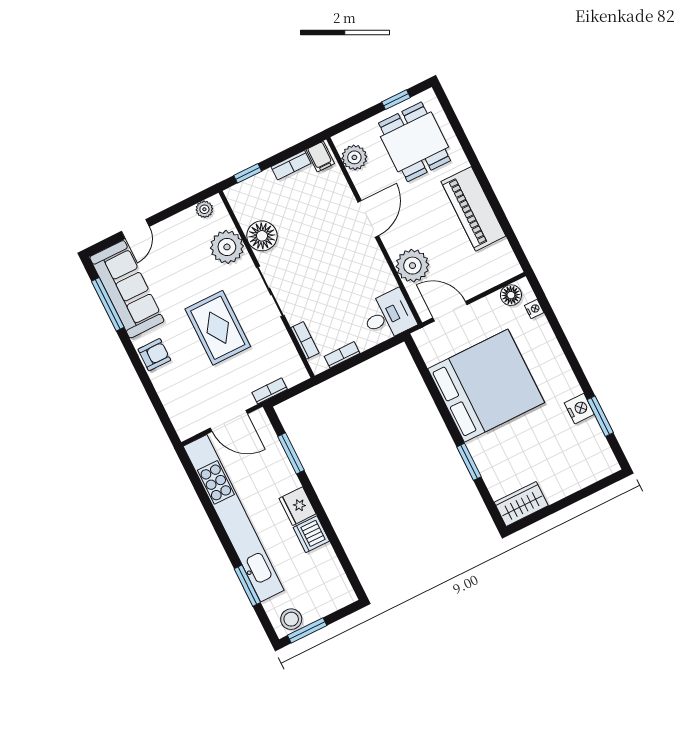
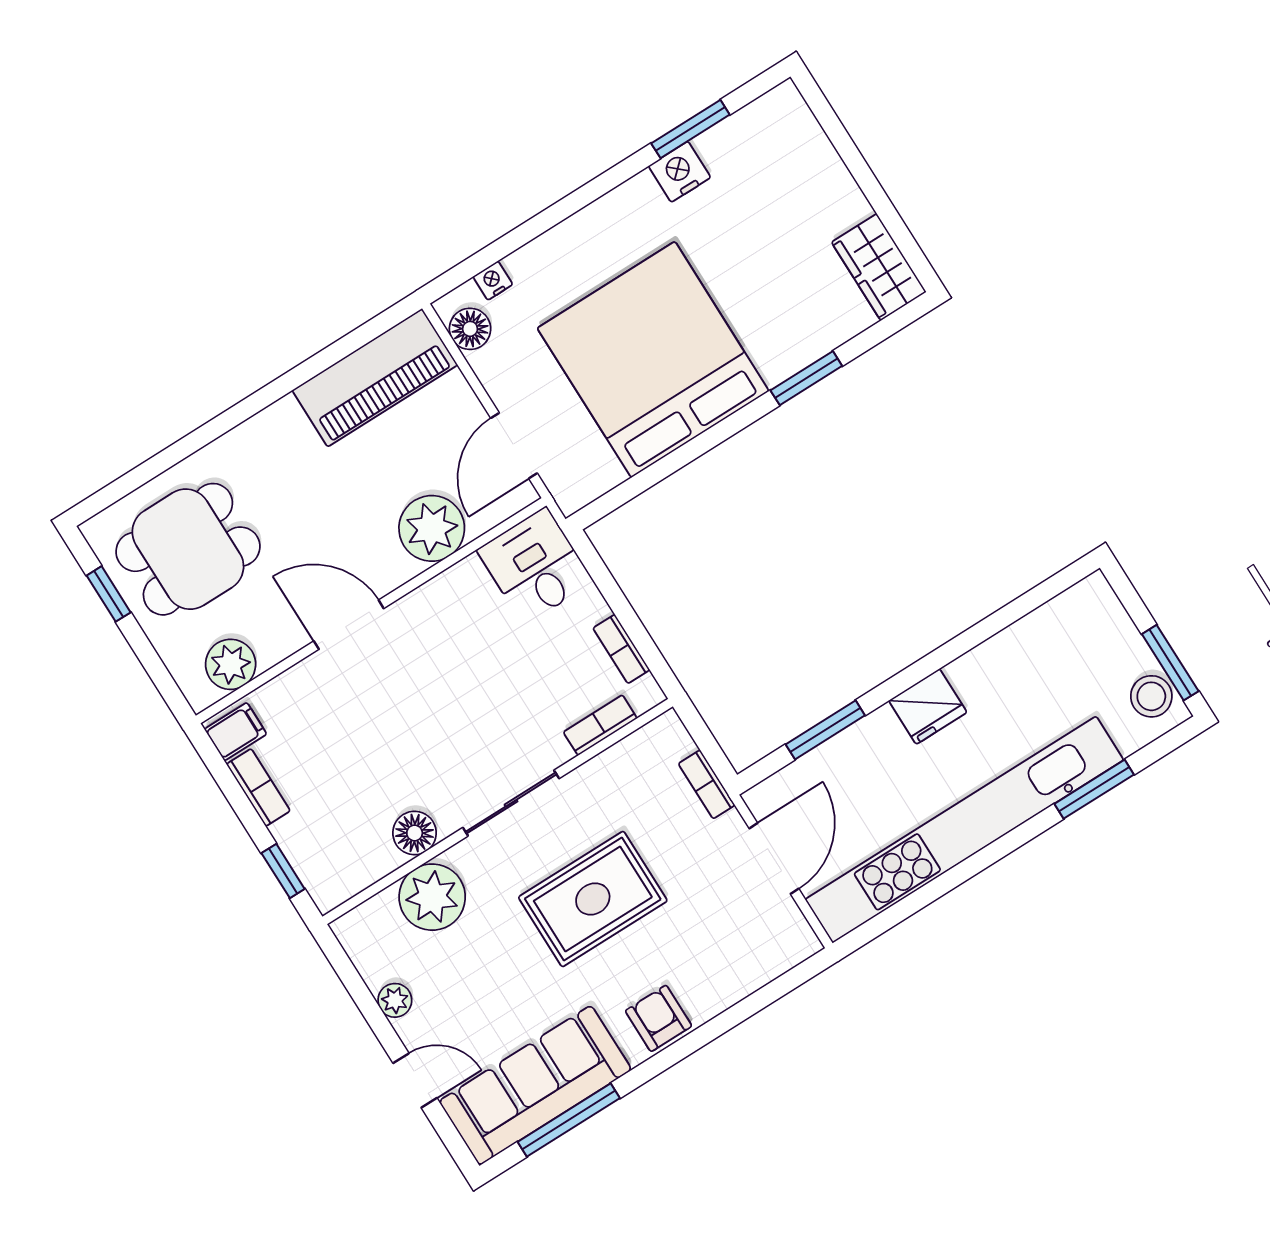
plant: (204, 209) -> (395, 1000), moved
piano: (473, 209) -> (375, 378), moved
floor lamp: (262, 236) -> (415, 833), width x0.73, depth x0.73
dishwasher: (311, 534) -> (980, 674), removed

